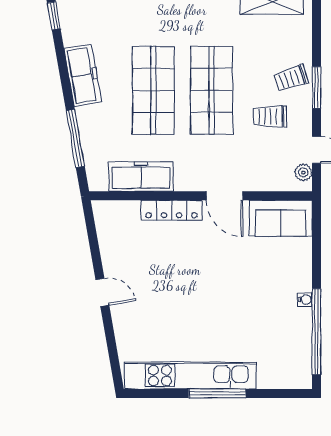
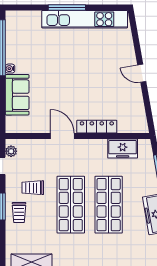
trolley: (291, 78) -> (19, 213), turned 108
trolley: (270, 116) -> (33, 188), turned 180
freezer: (141, 177) -> (123, 149), width x0.71
sofa: (281, 218) -> (17, 95), moved, turned 90

